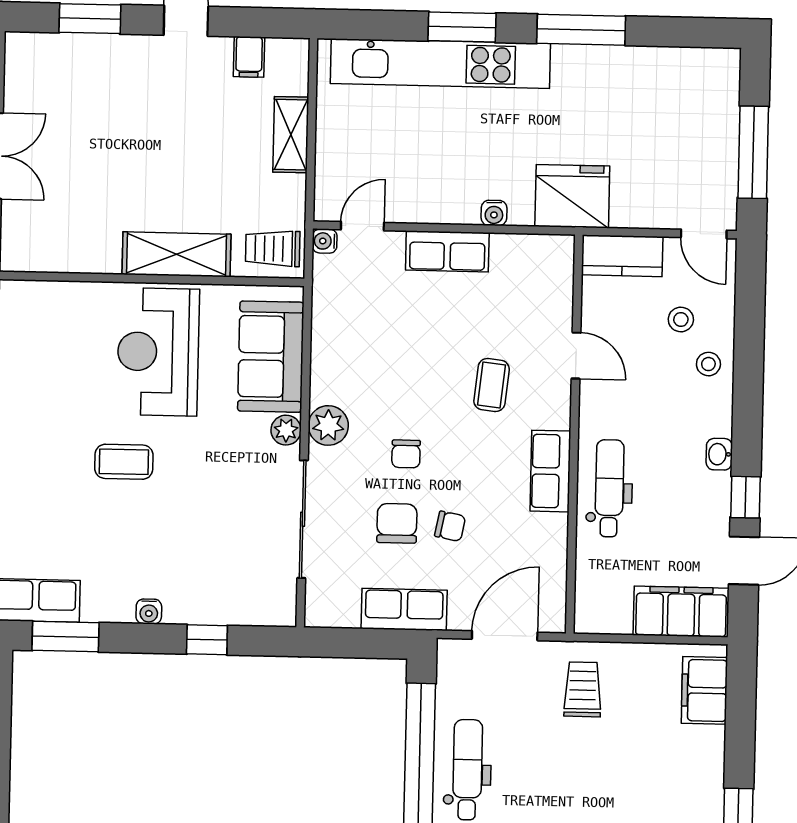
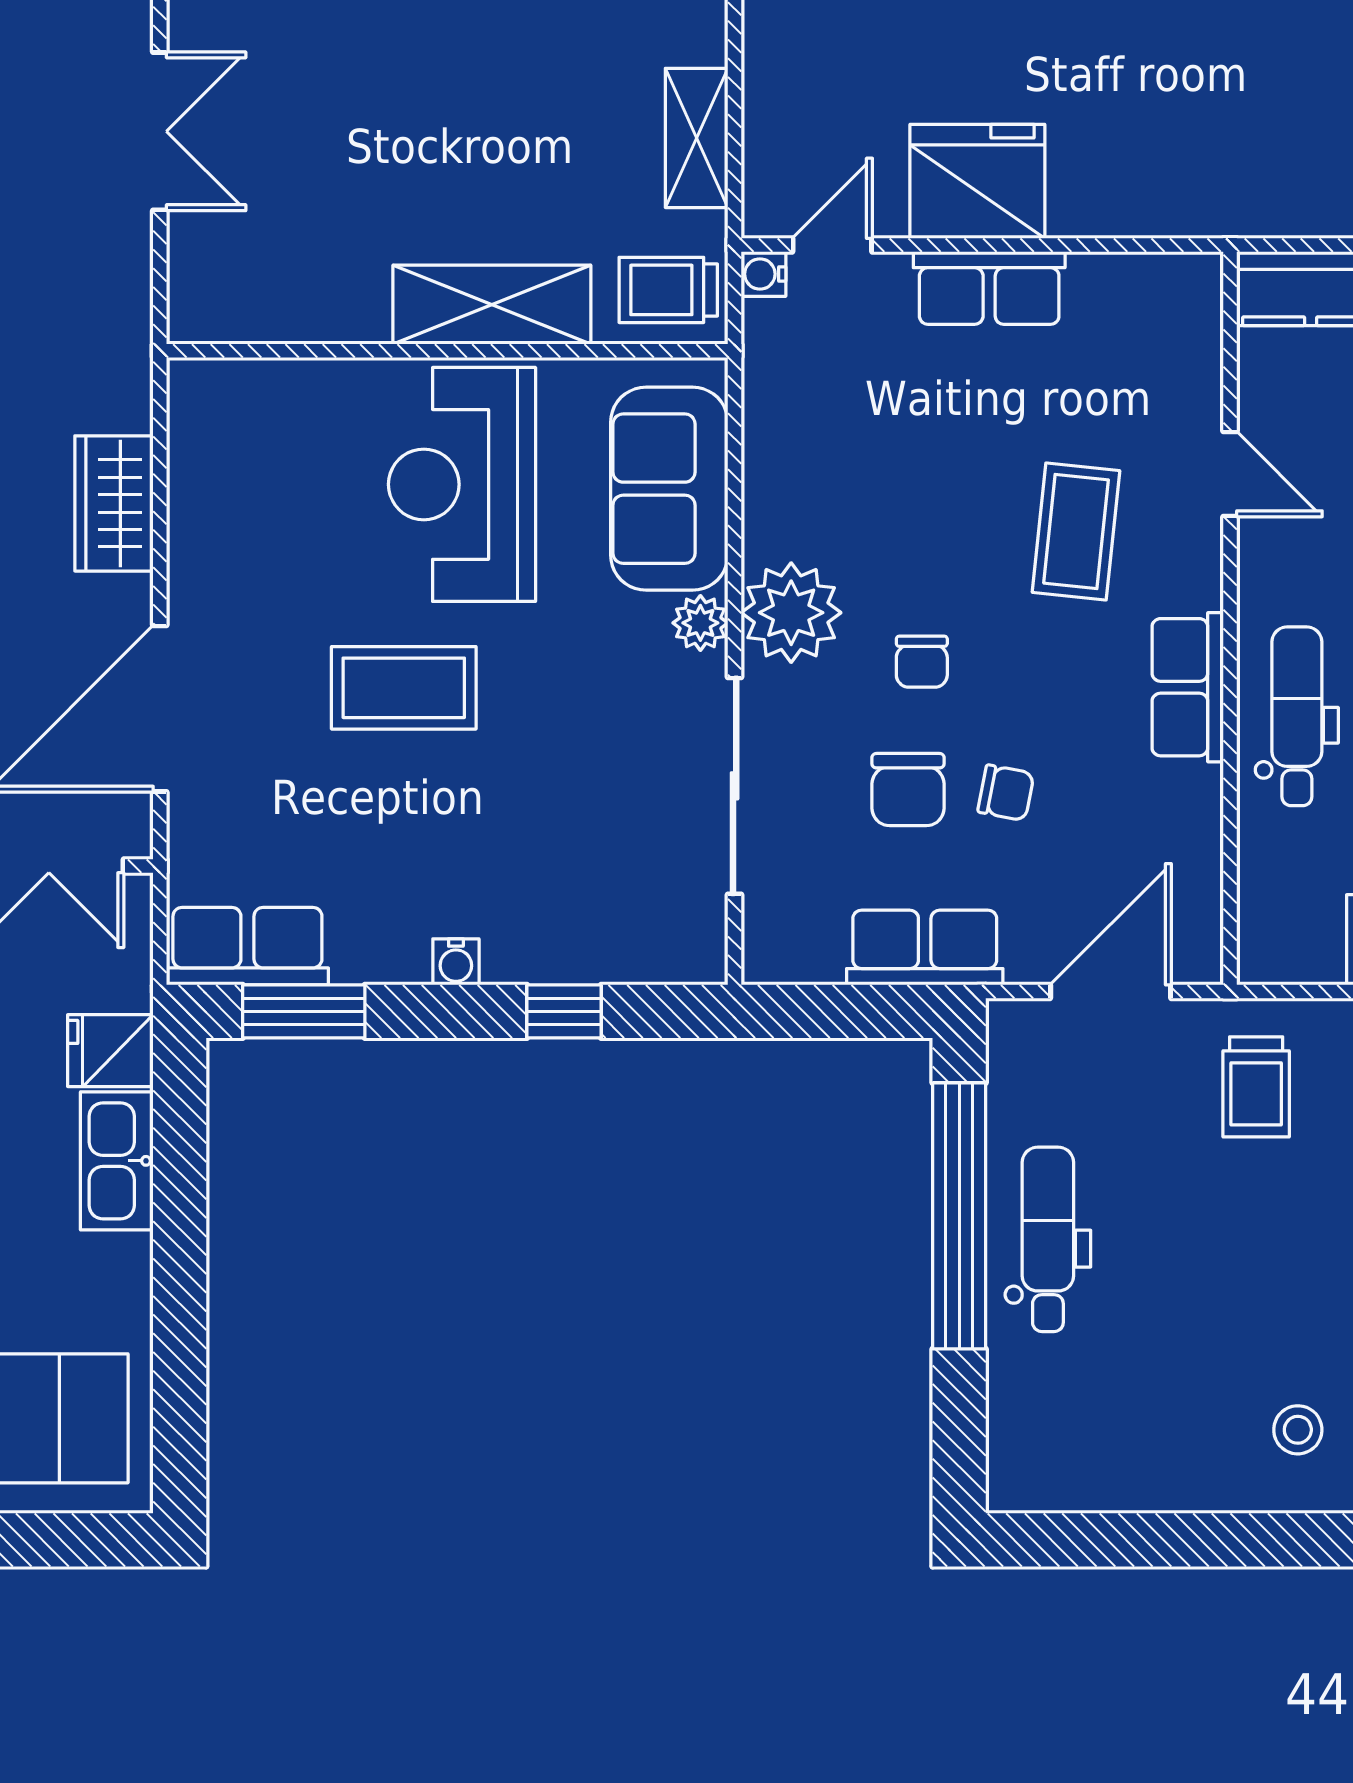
shelving: (291, 135) -> (697, 138), moved
fridge: (572, 196) -> (977, 181), moved
water cooler: (494, 213) -> (1073, 215), removed
coffee table: (492, 385) -> (1076, 532), width x1.36, depth x1.30
plant: (328, 425) -> (791, 613), width x1.36, depth x1.36
coffee table: (124, 462) -> (404, 688), width x1.36, depth x1.30
chair: (397, 523) -> (908, 790), turned 180
trolley: (583, 689) -> (1256, 1087), turned 180

